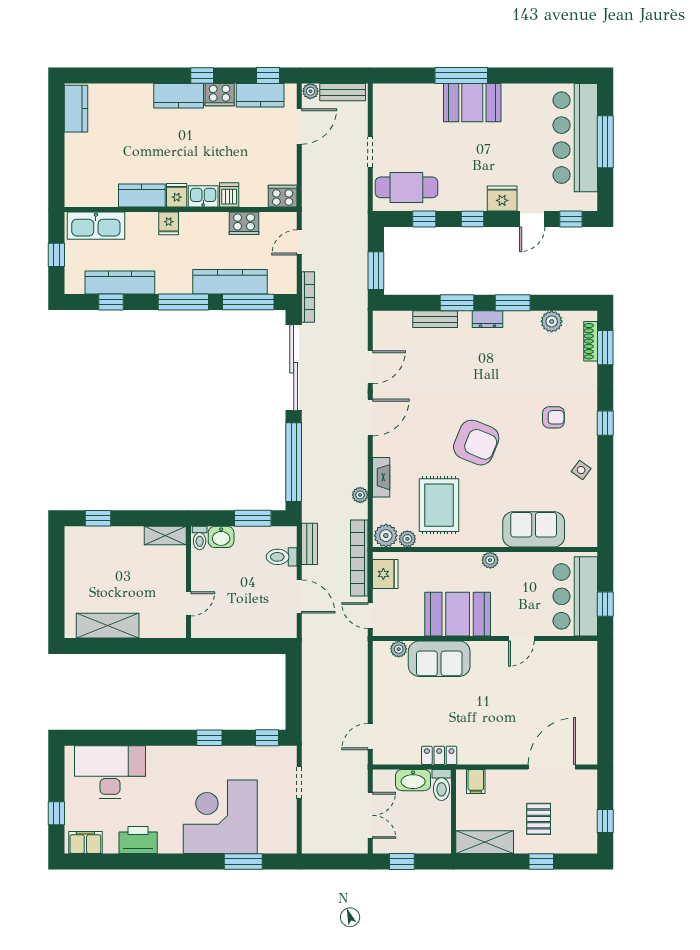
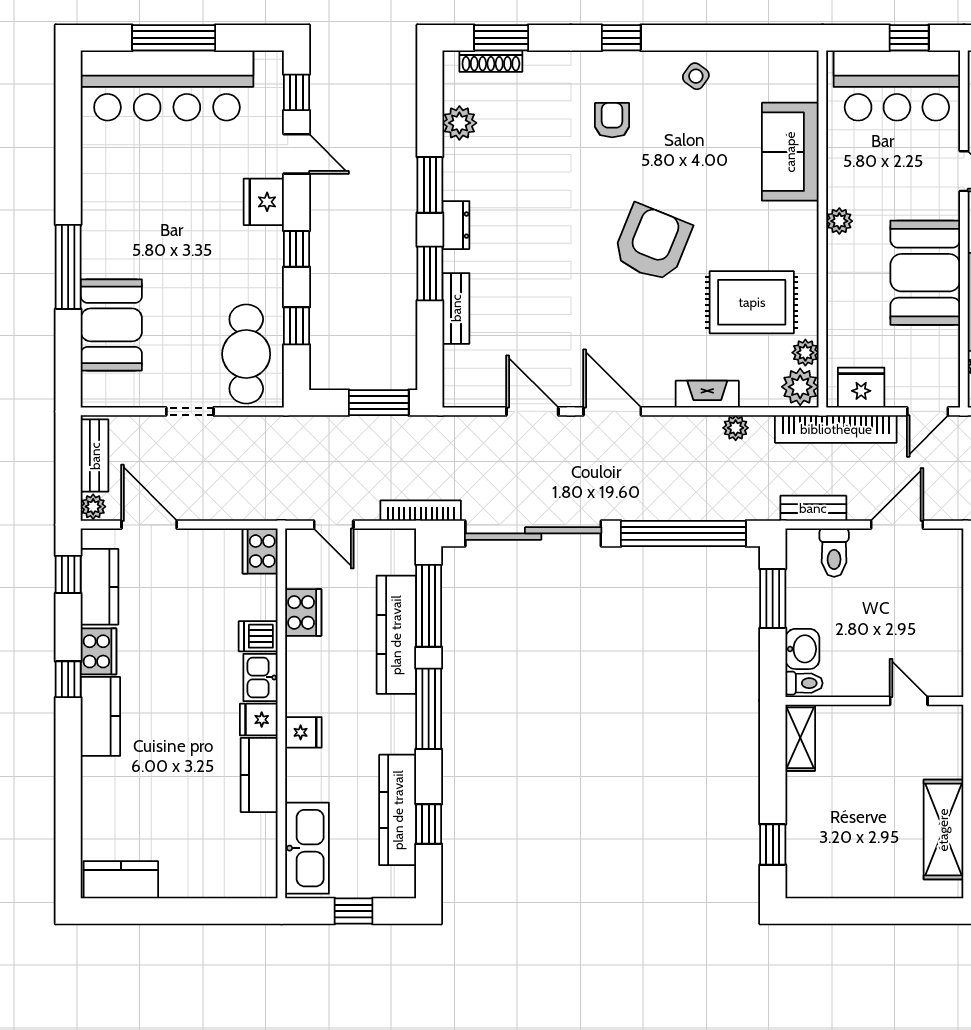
booth: (472, 103) -> (111, 325), moved

